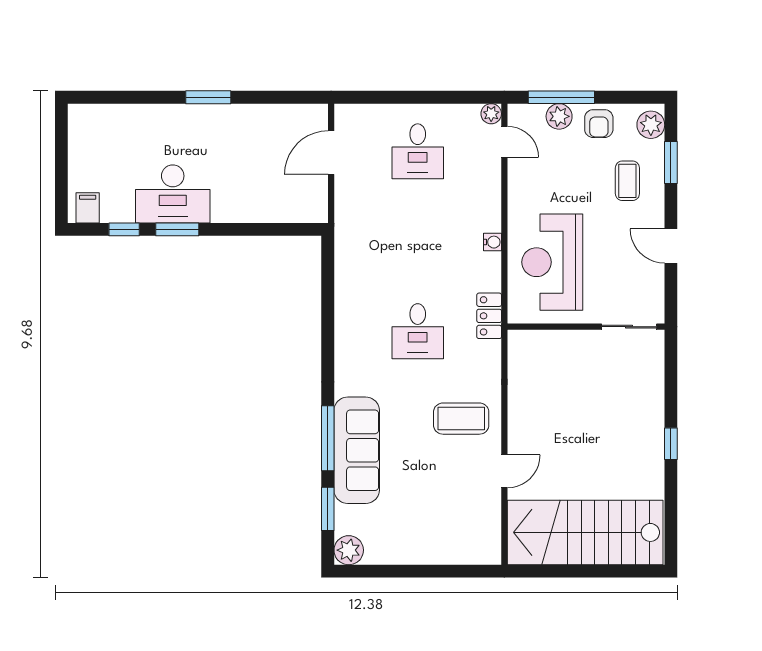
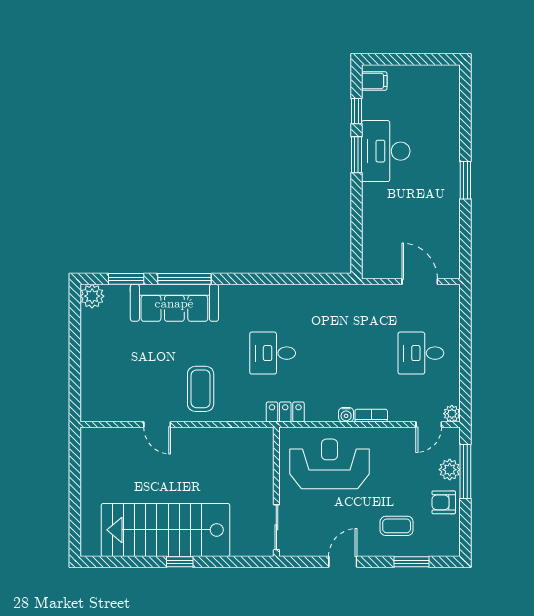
plant: (651, 125) -> (443, 545), removed
bookcase: (494, 212) -> (371, 416), added
stairs: (585, 532) -> (165, 530), moved, turned -90

